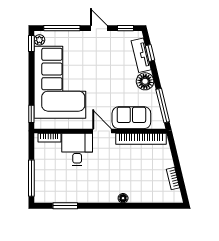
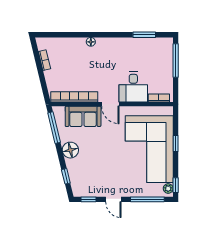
tv unit: (141, 55) -> (74, 174), removed
window: (31, 114) -> (176, 143), moved

